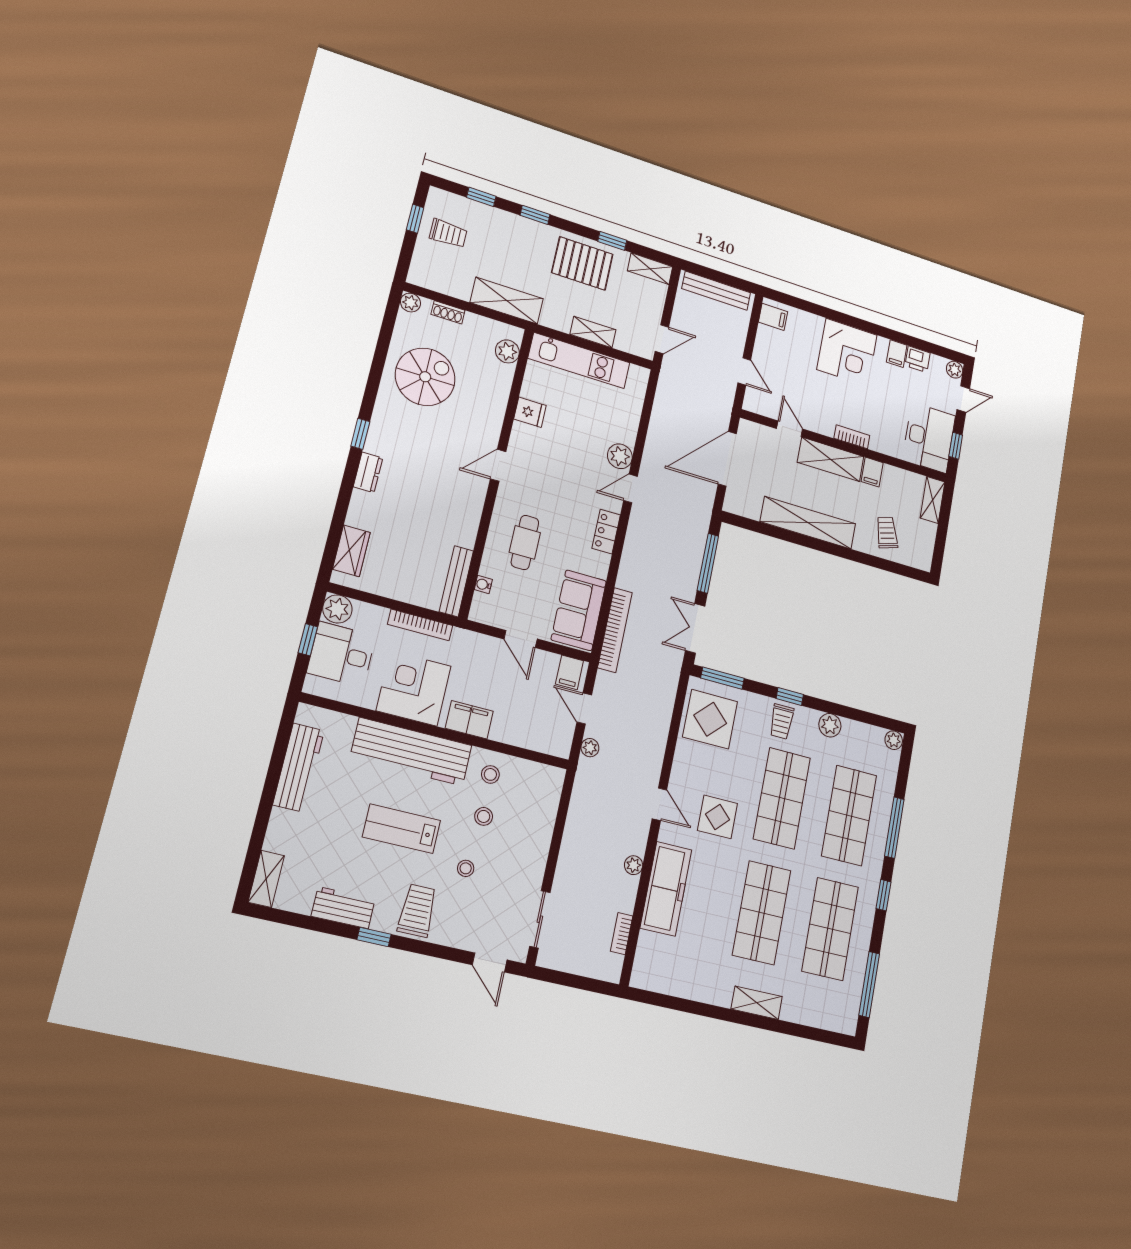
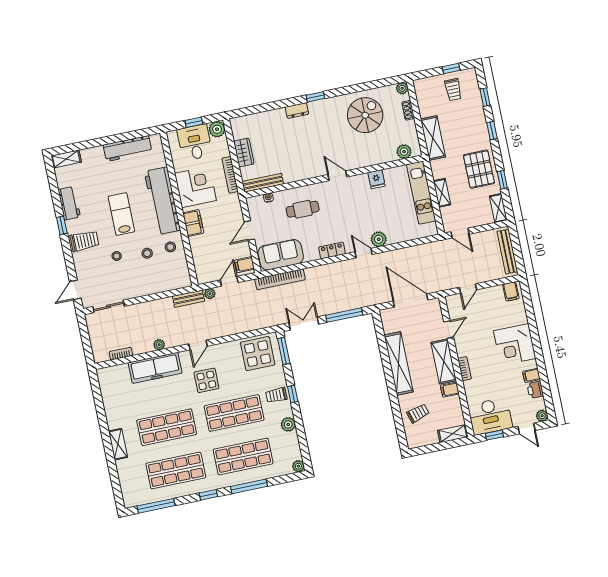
spiral stairs: (425, 377) -> (365, 115), turned -90
wardrobe: (351, 551) -> (244, 152), moved, turned -90
bench: (583, 785) -> (189, 299), added

